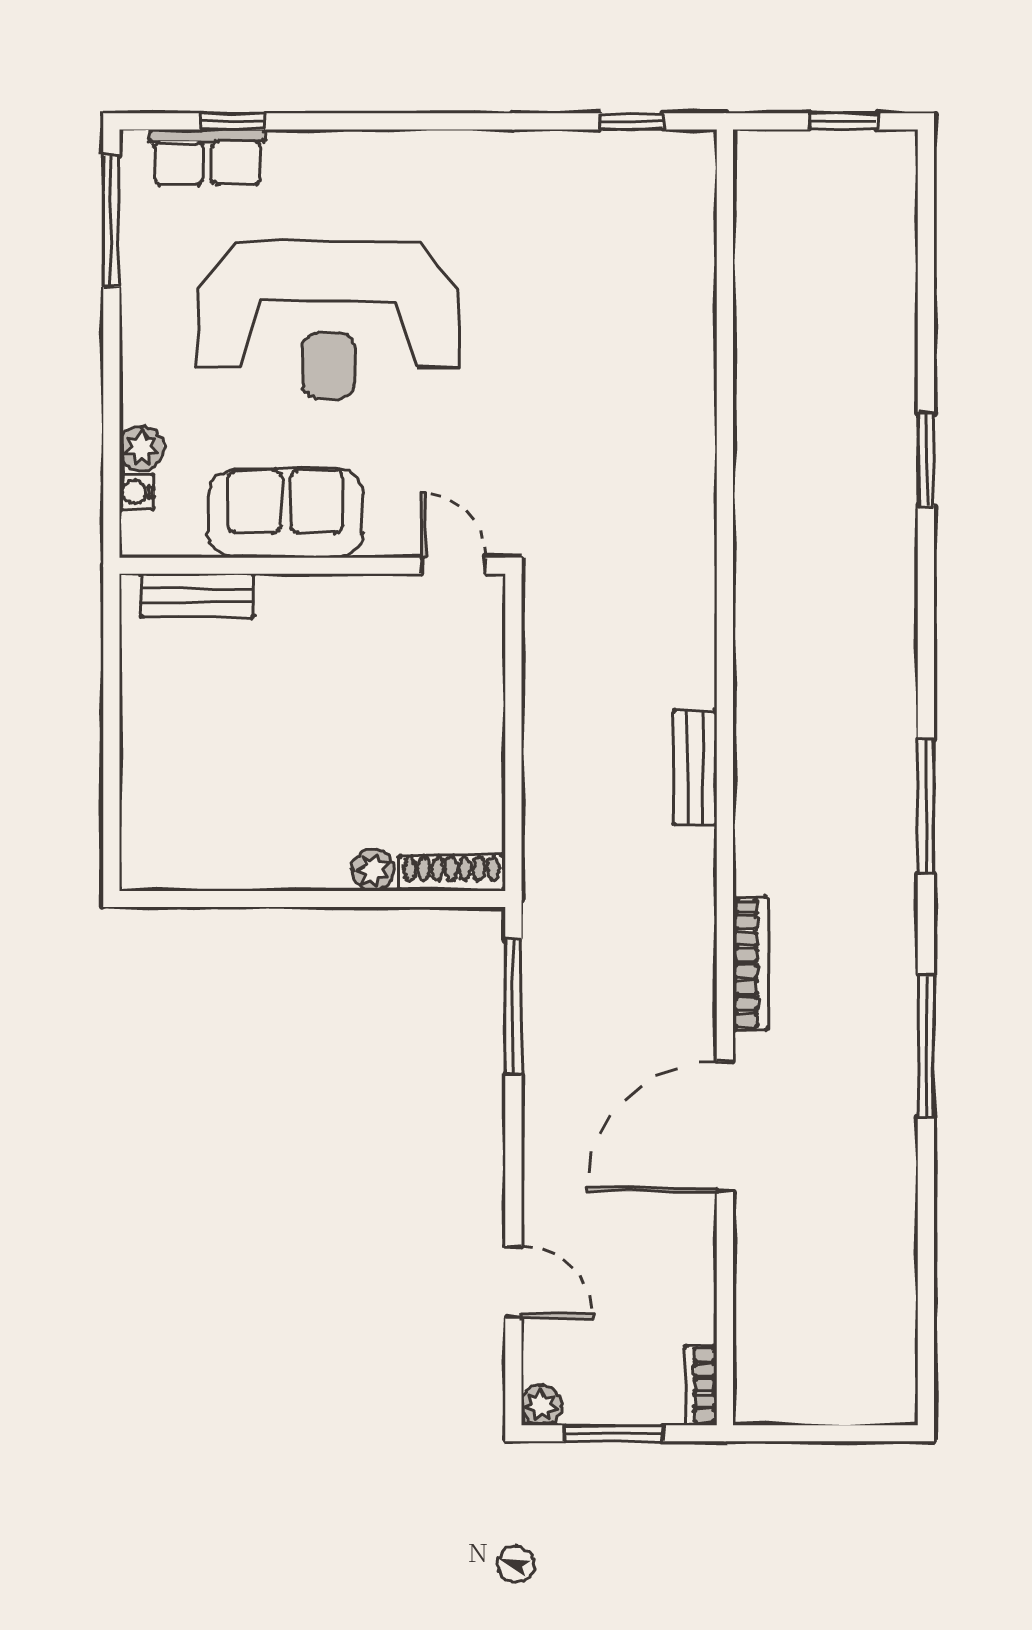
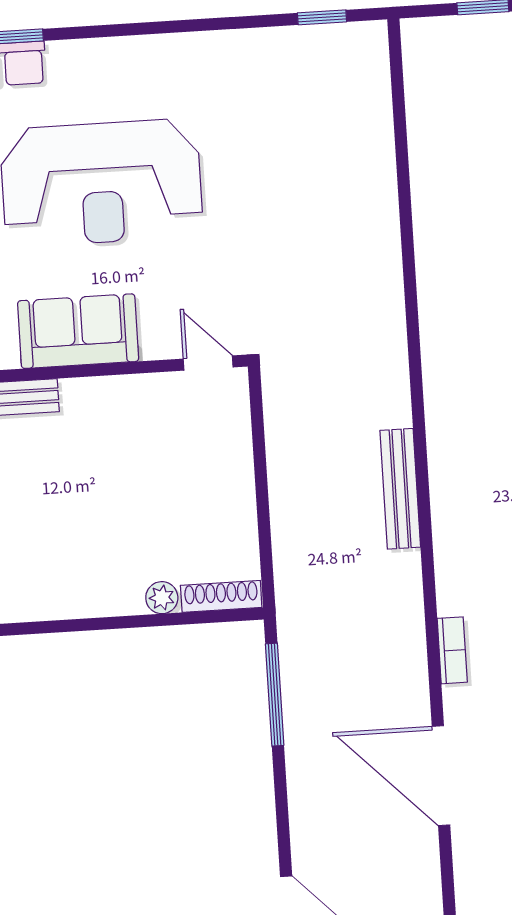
bench: (695, 767) -> (400, 489), width x1.36
bookcase: (750, 963) -> (452, 650), width x0.64
door: (725, 1127) -> (441, 776), hinge flipped

